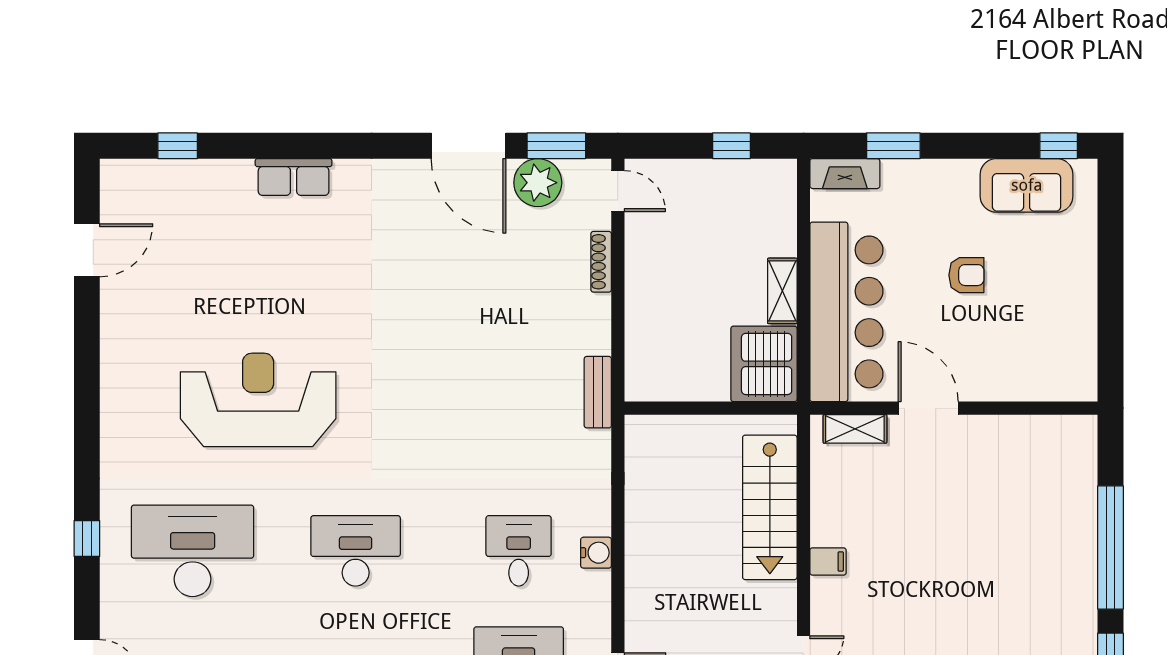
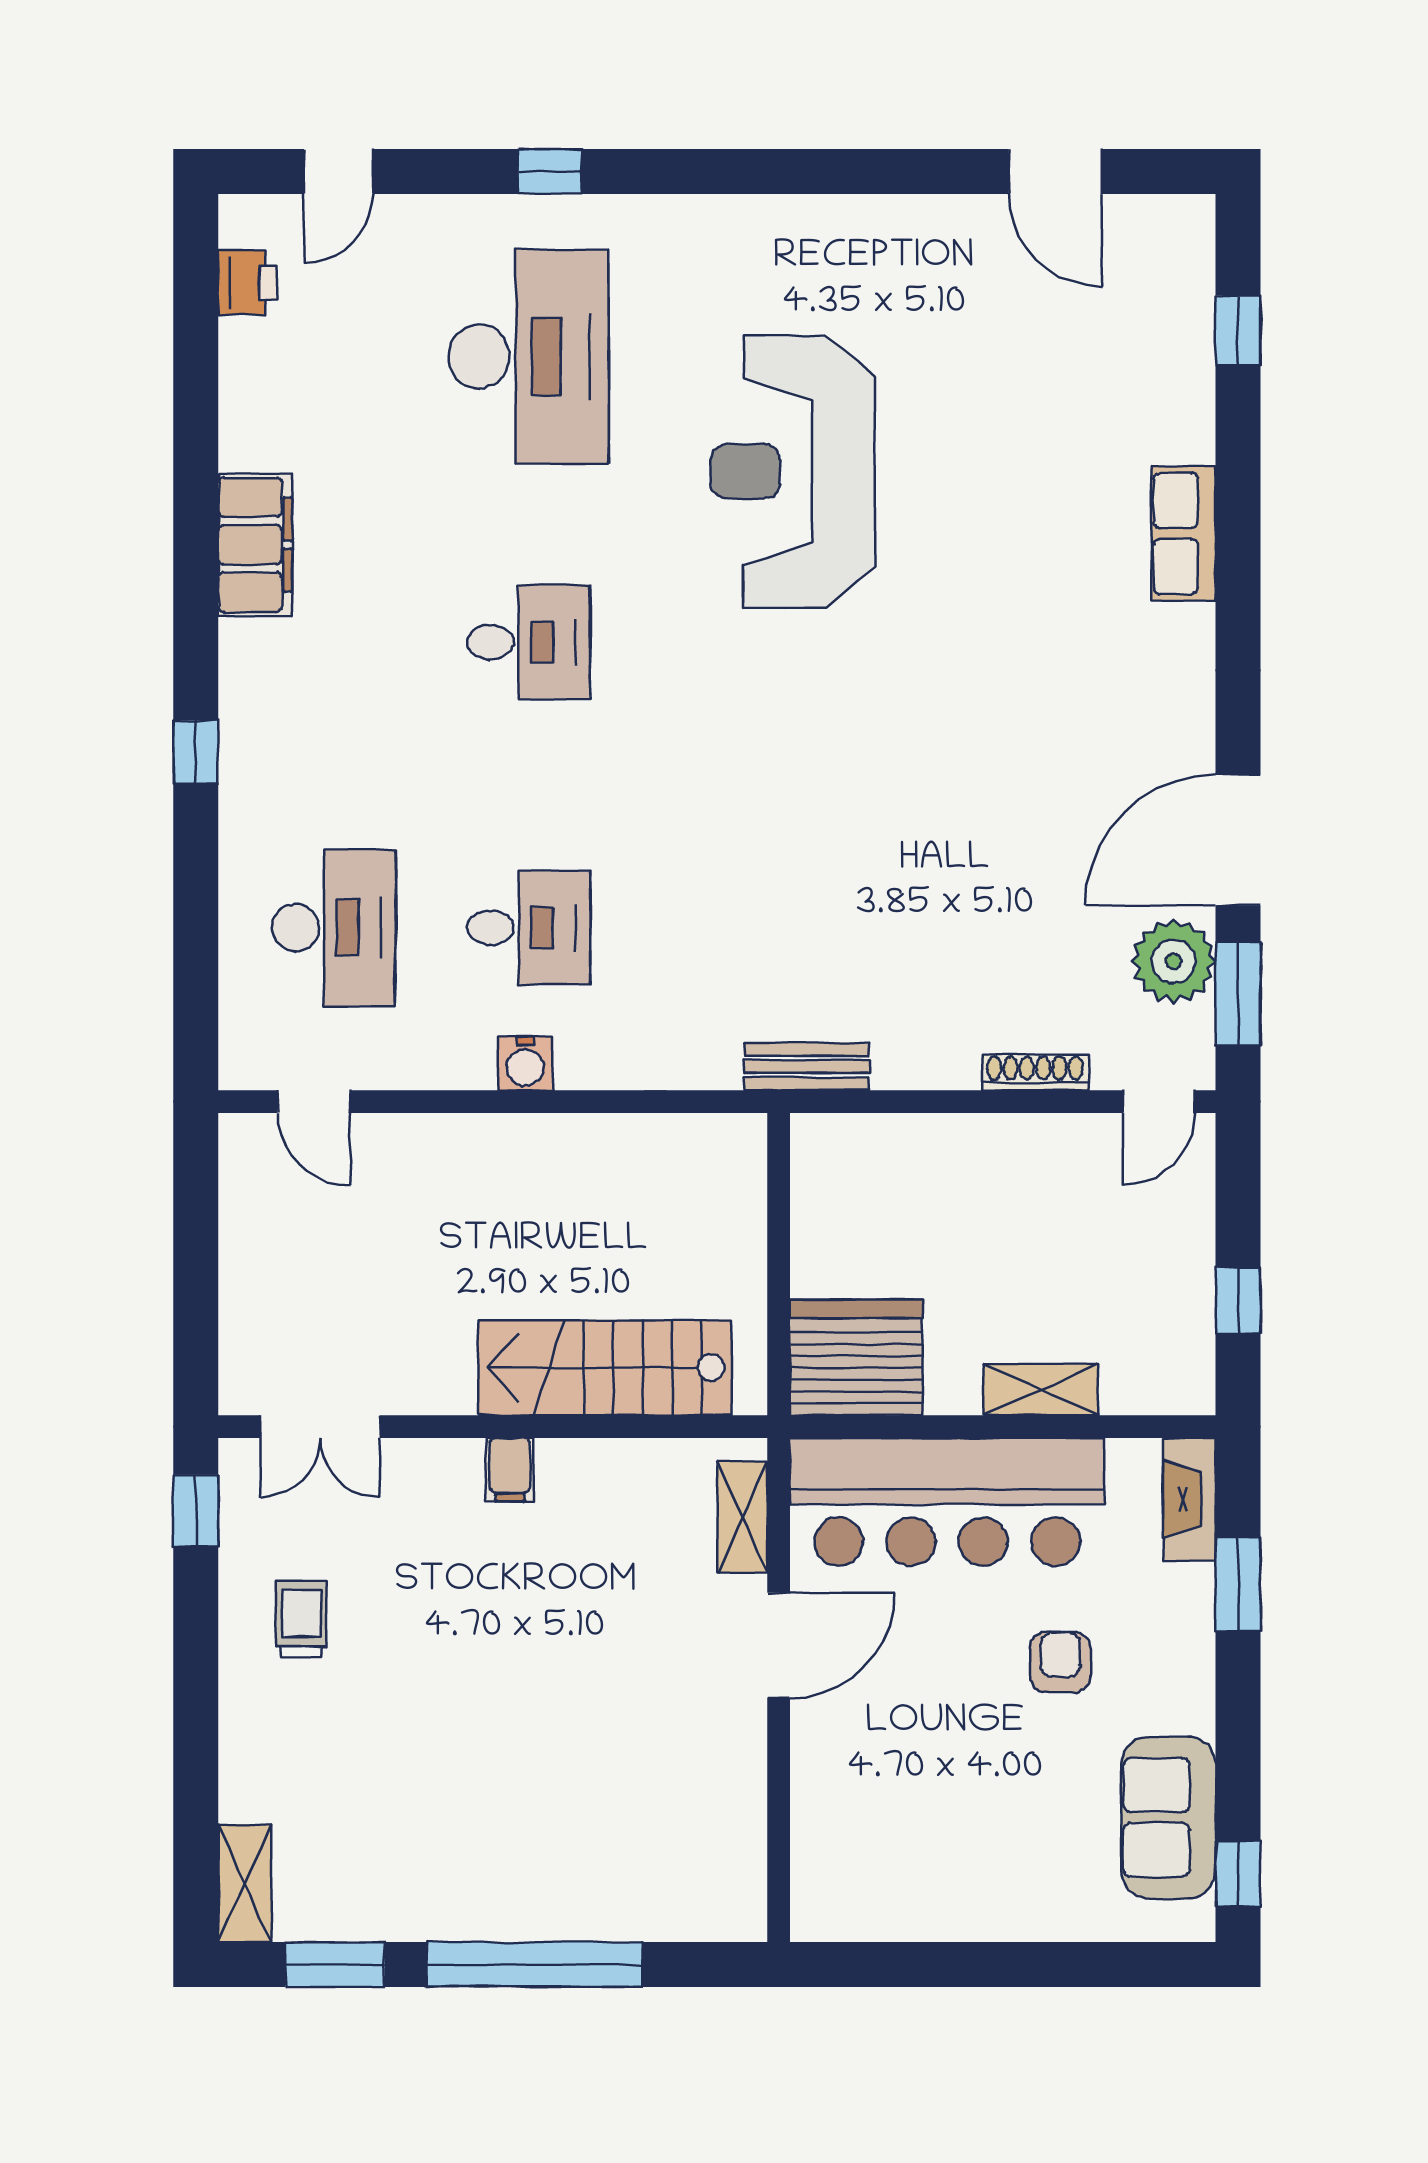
armchair: (966, 275) -> (1060, 1662), moved, turned 180
shelving: (782, 291) -> (1041, 1390), moved
reception desk: (258, 400) -> (793, 471), turned 180
desk: (356, 551) -> (529, 642), width x0.73

